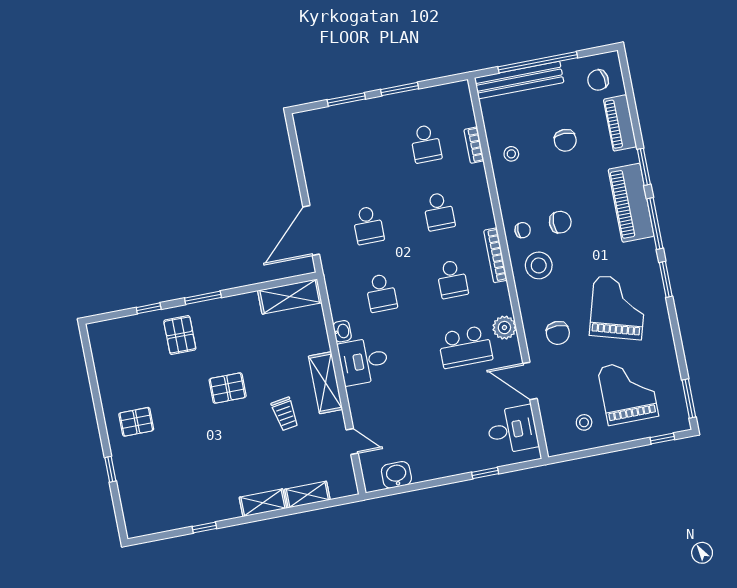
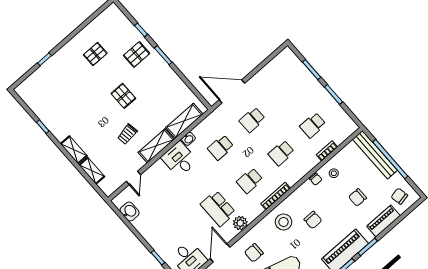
chair: (523, 230) -> (316, 179), moved
shelving: (290, 297) -> (184, 121), moved, turned 90
pallet: (136, 422) -> (95, 54), moved, turned 90

